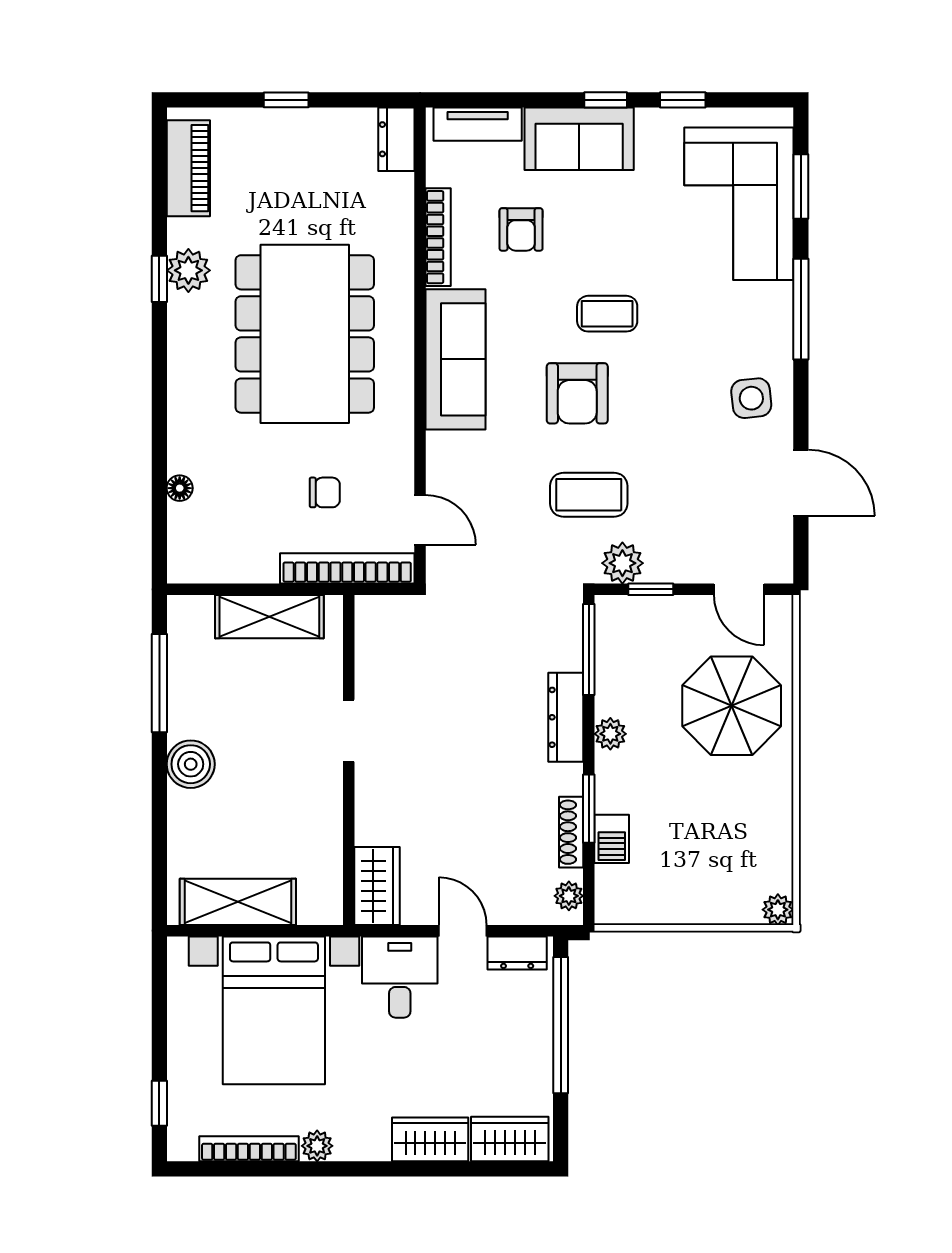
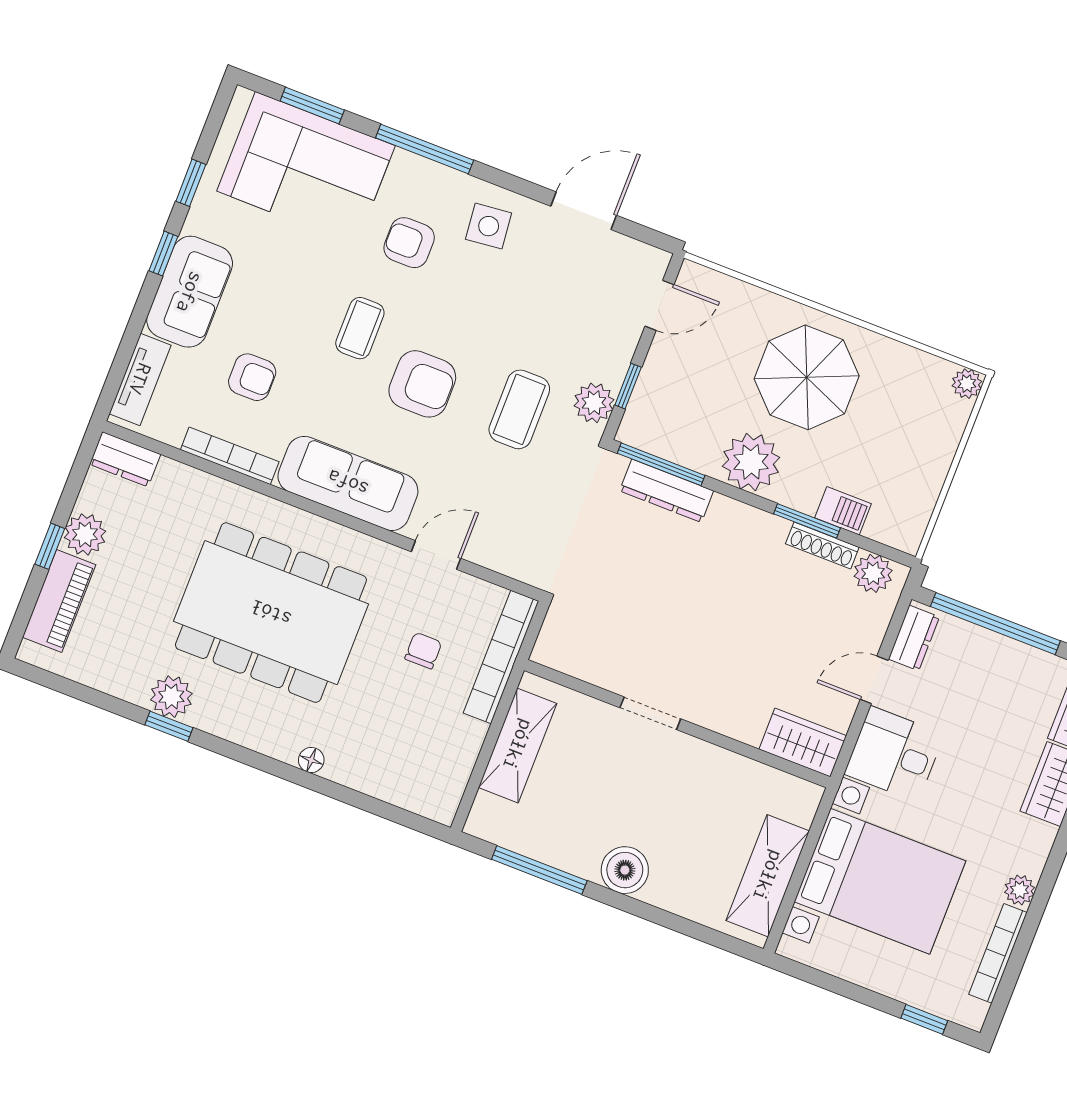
plant: (310, 129) -> (85, 534), added
piano: (188, 168) -> (59, 601), moved, turned 90
armchair: (706, 329) -> (409, 243), added
floor lamp: (180, 488) -> (311, 760), moved
door: (420, 520) -> (436, 555), moved
parasol: (732, 706) -> (807, 377), moved
dresser: (566, 717) -> (667, 491), moved
plant: (610, 734) -> (751, 462), width x1.87, depth x1.87
plant: (569, 896) -> (873, 573), width x1.38, depth x1.38

